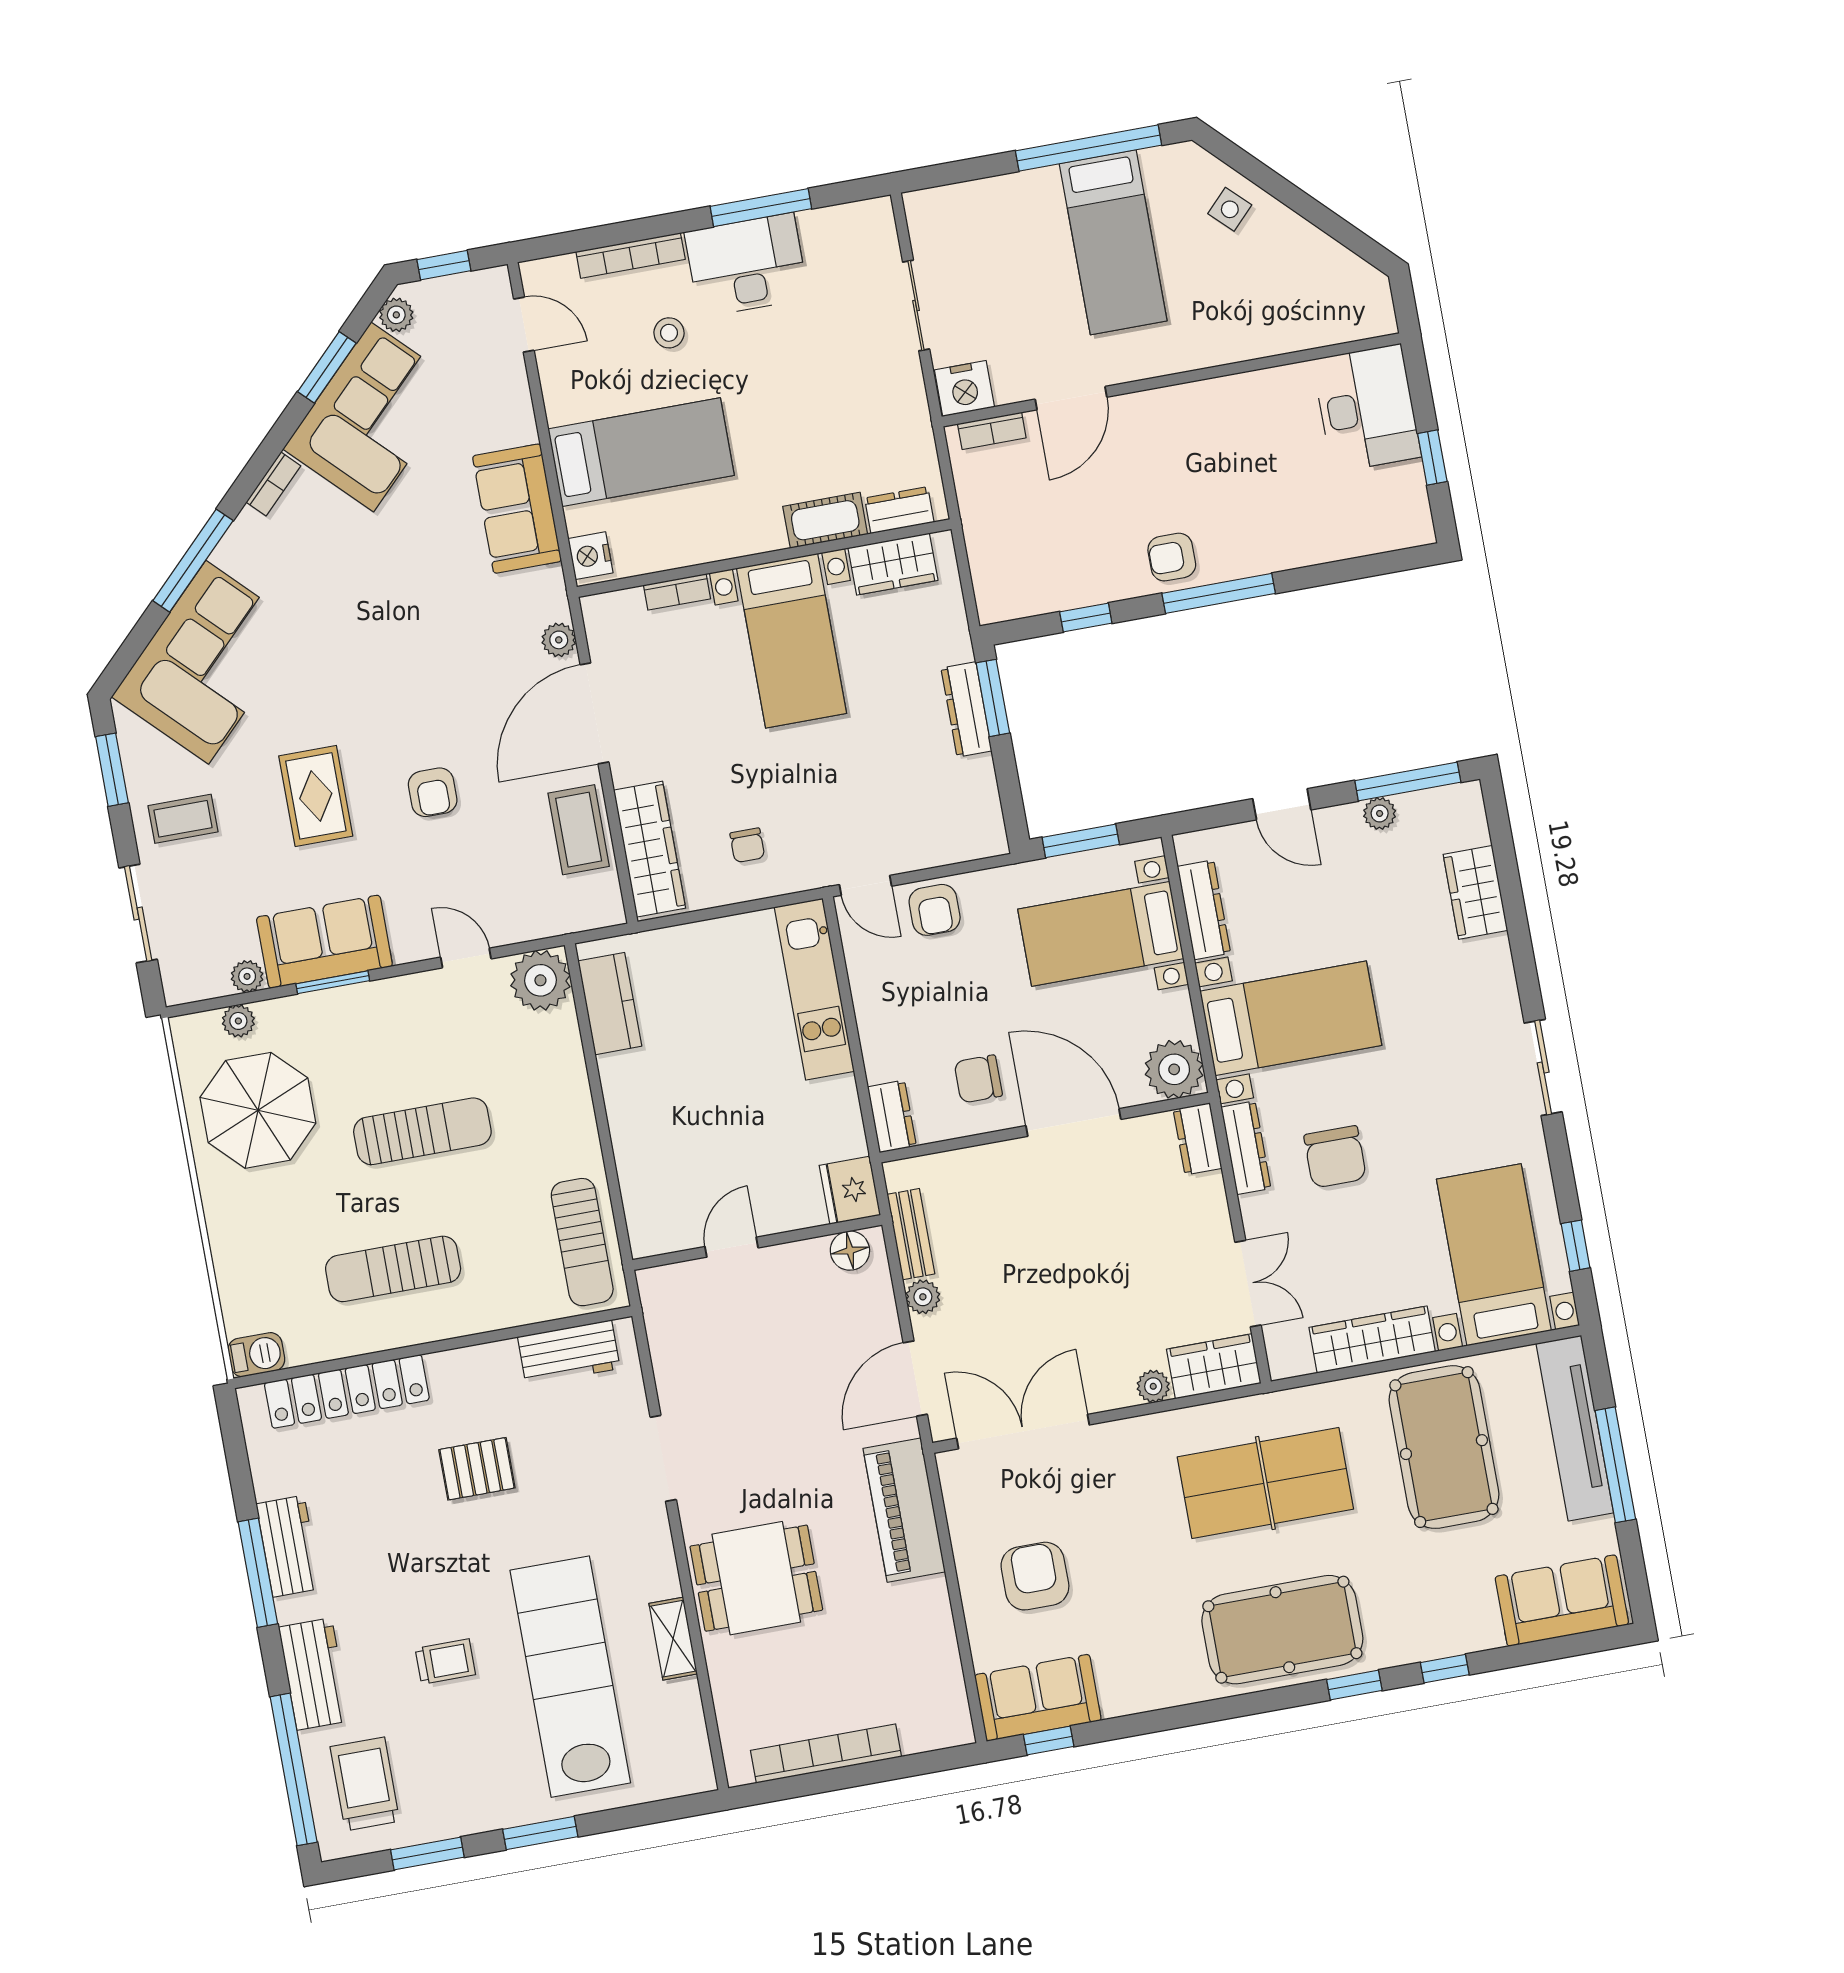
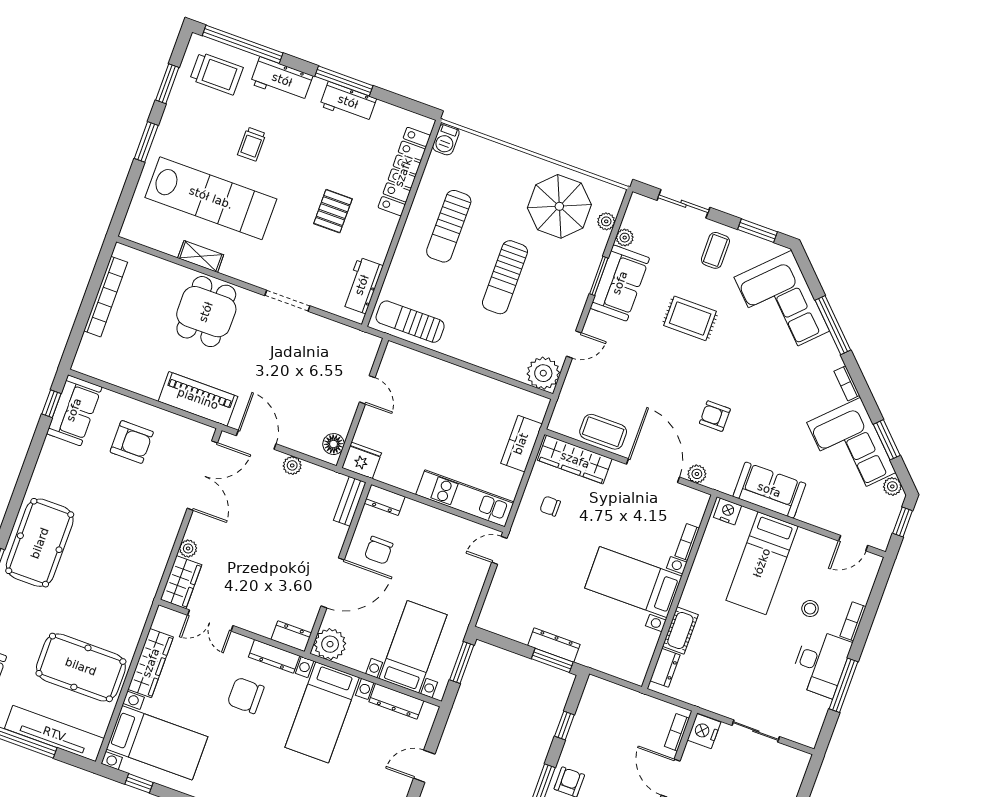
bookcase: (631, 255) -> (853, 621), width x0.64
wardrobe: (893, 564) -> (642, 650), removed
armchair: (433, 792) -> (715, 416), moved
armchair: (935, 910) -> (469, 576), removed
kitchen counter: (610, 1004) -> (521, 444), moved, turned 90
chair: (978, 1079) -> (379, 550), turned 180
bench: (911, 1234) -> (350, 501), moved, turned 90
sun lounger: (393, 1269) -> (449, 226), turned 180
table tennis table: (1265, 1483) -> (113, 575), removed

